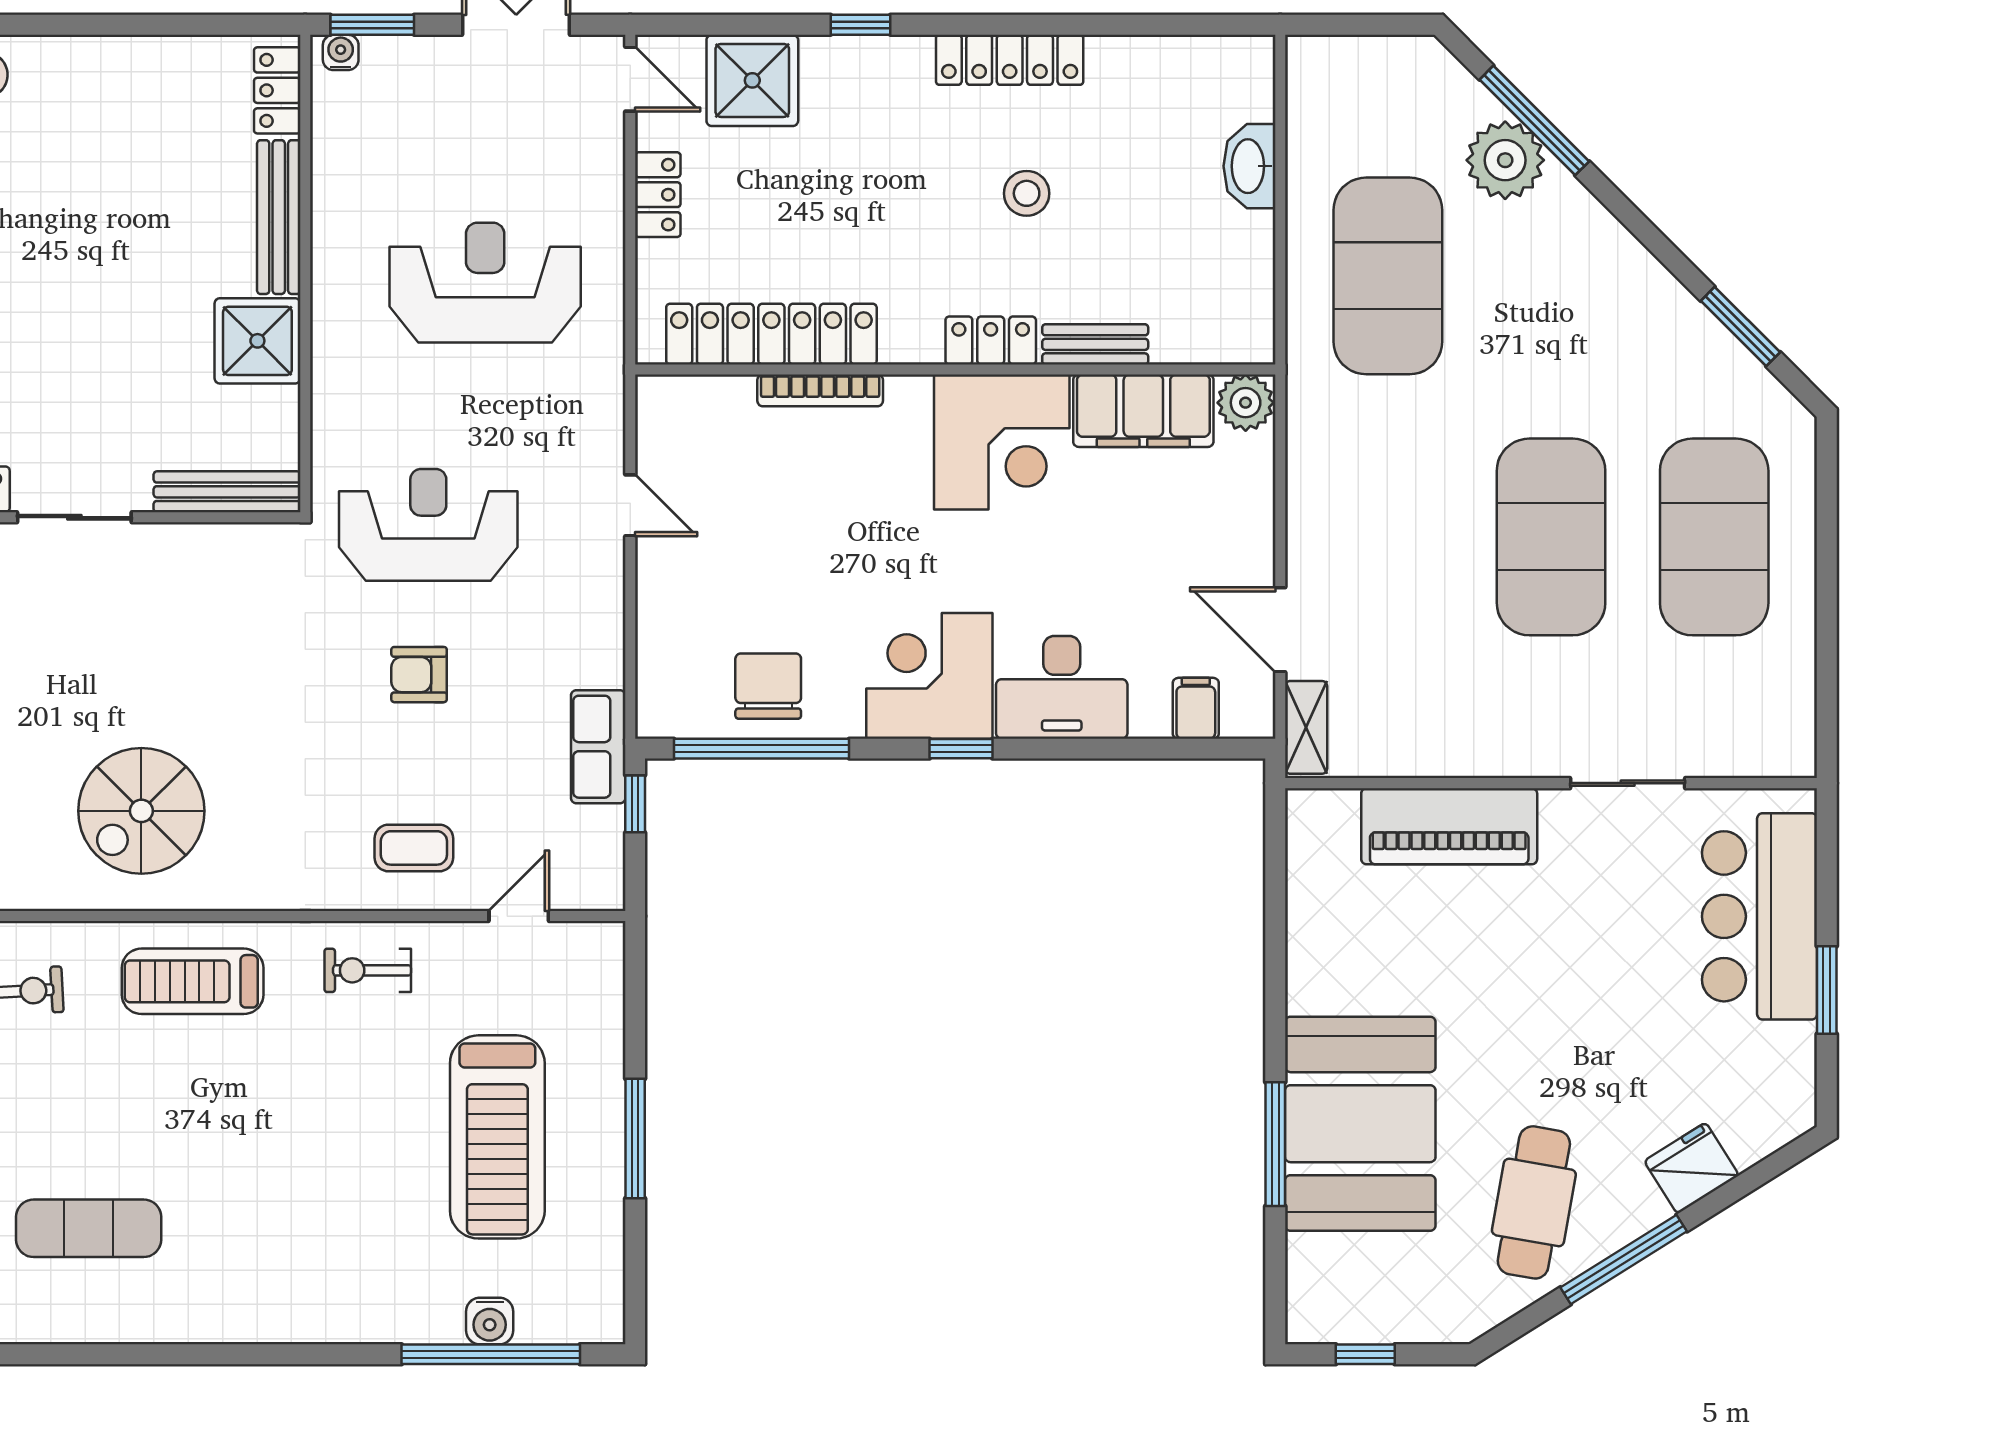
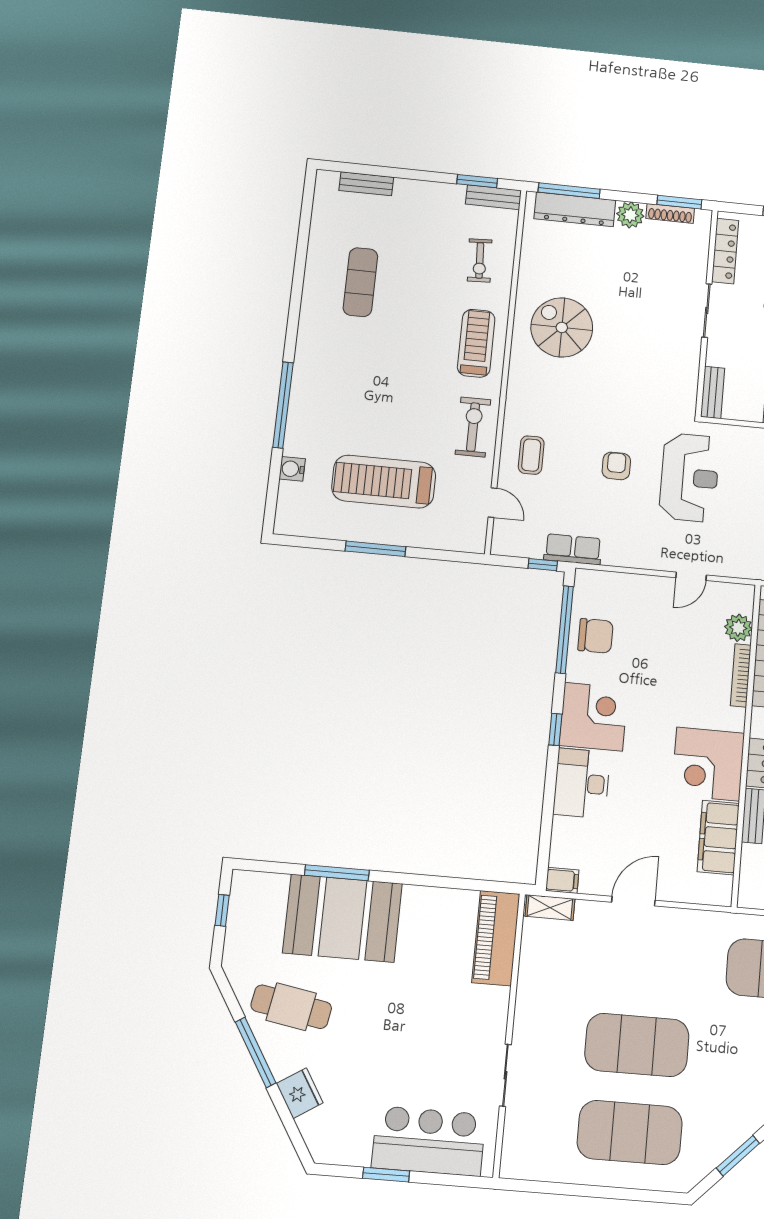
plant: (1246, 403) -> (738, 628), moved
bench: (227, 492) -> (713, 392), width x0.73
door: (1280, 630) -> (633, 901), moved
filing cabinet: (1196, 708) -> (562, 880), moved
piano: (1449, 826) -> (496, 938), moved
exercise bike: (368, 970) -> (473, 427), width x1.38, depth x1.39
window: (491, 1354) -> (283, 405), moved

